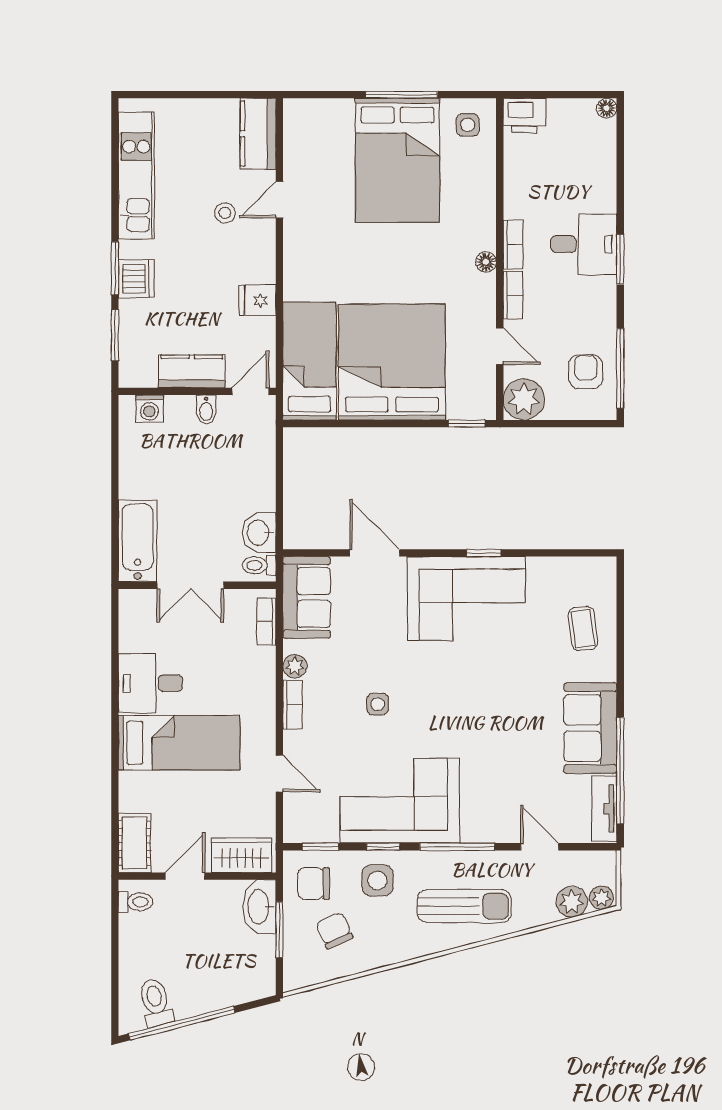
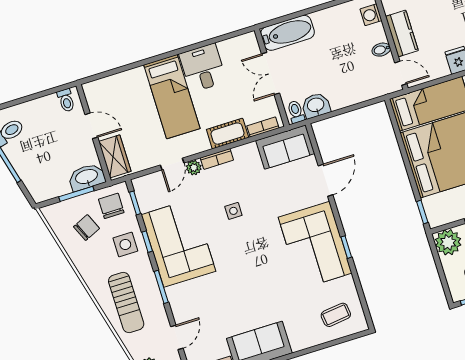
coffee table: (583, 629) -> (336, 315), moved
plant: (295, 666) -> (194, 168), moved
cot: (135, 843) -> (228, 134), moved
window: (457, 847) -> (161, 287), width x0.69

